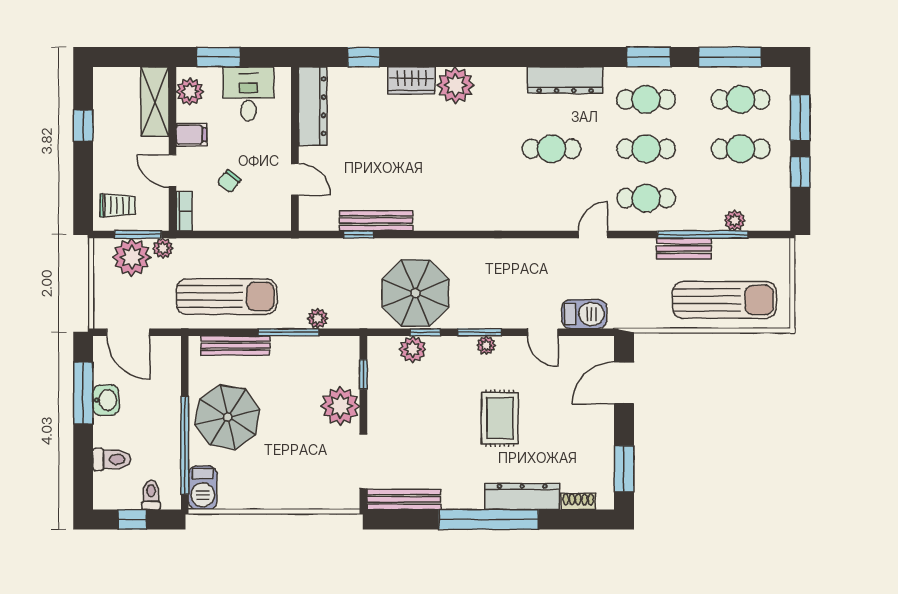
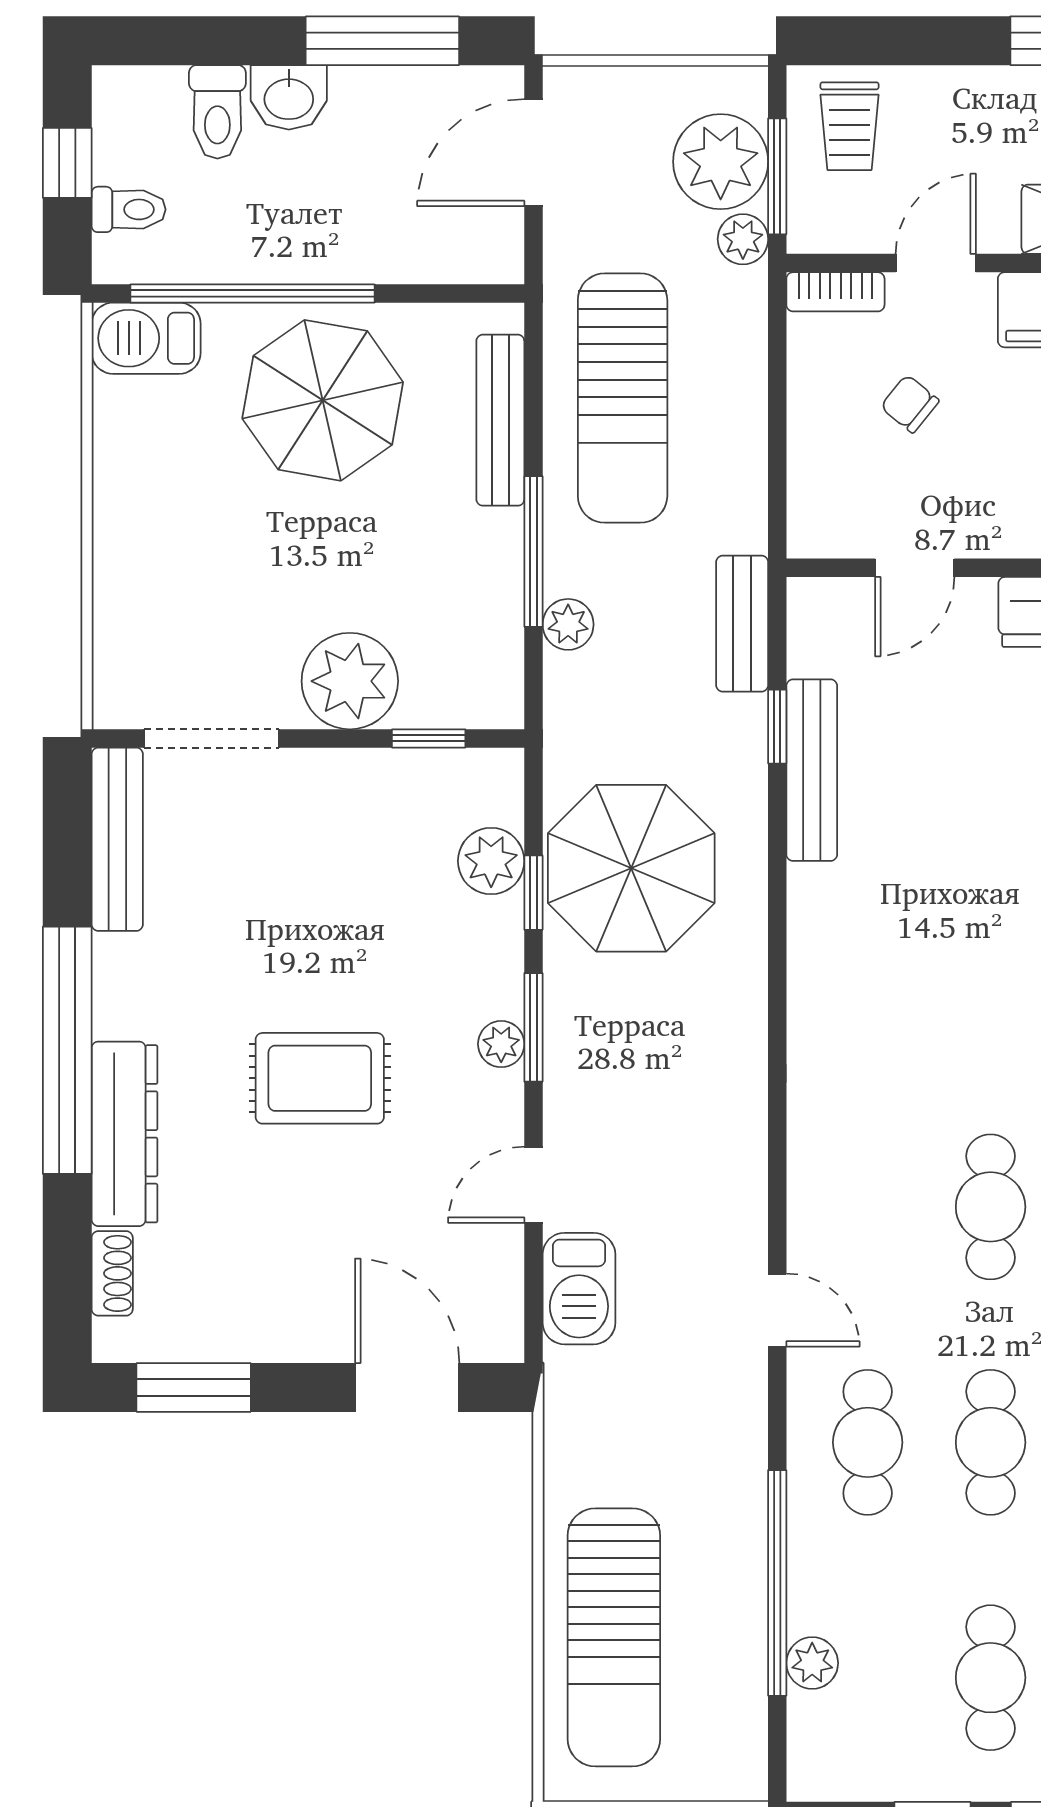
bench: (684, 249) -> (742, 624), moved
washbasin: (106, 400) -> (289, 97), moved

